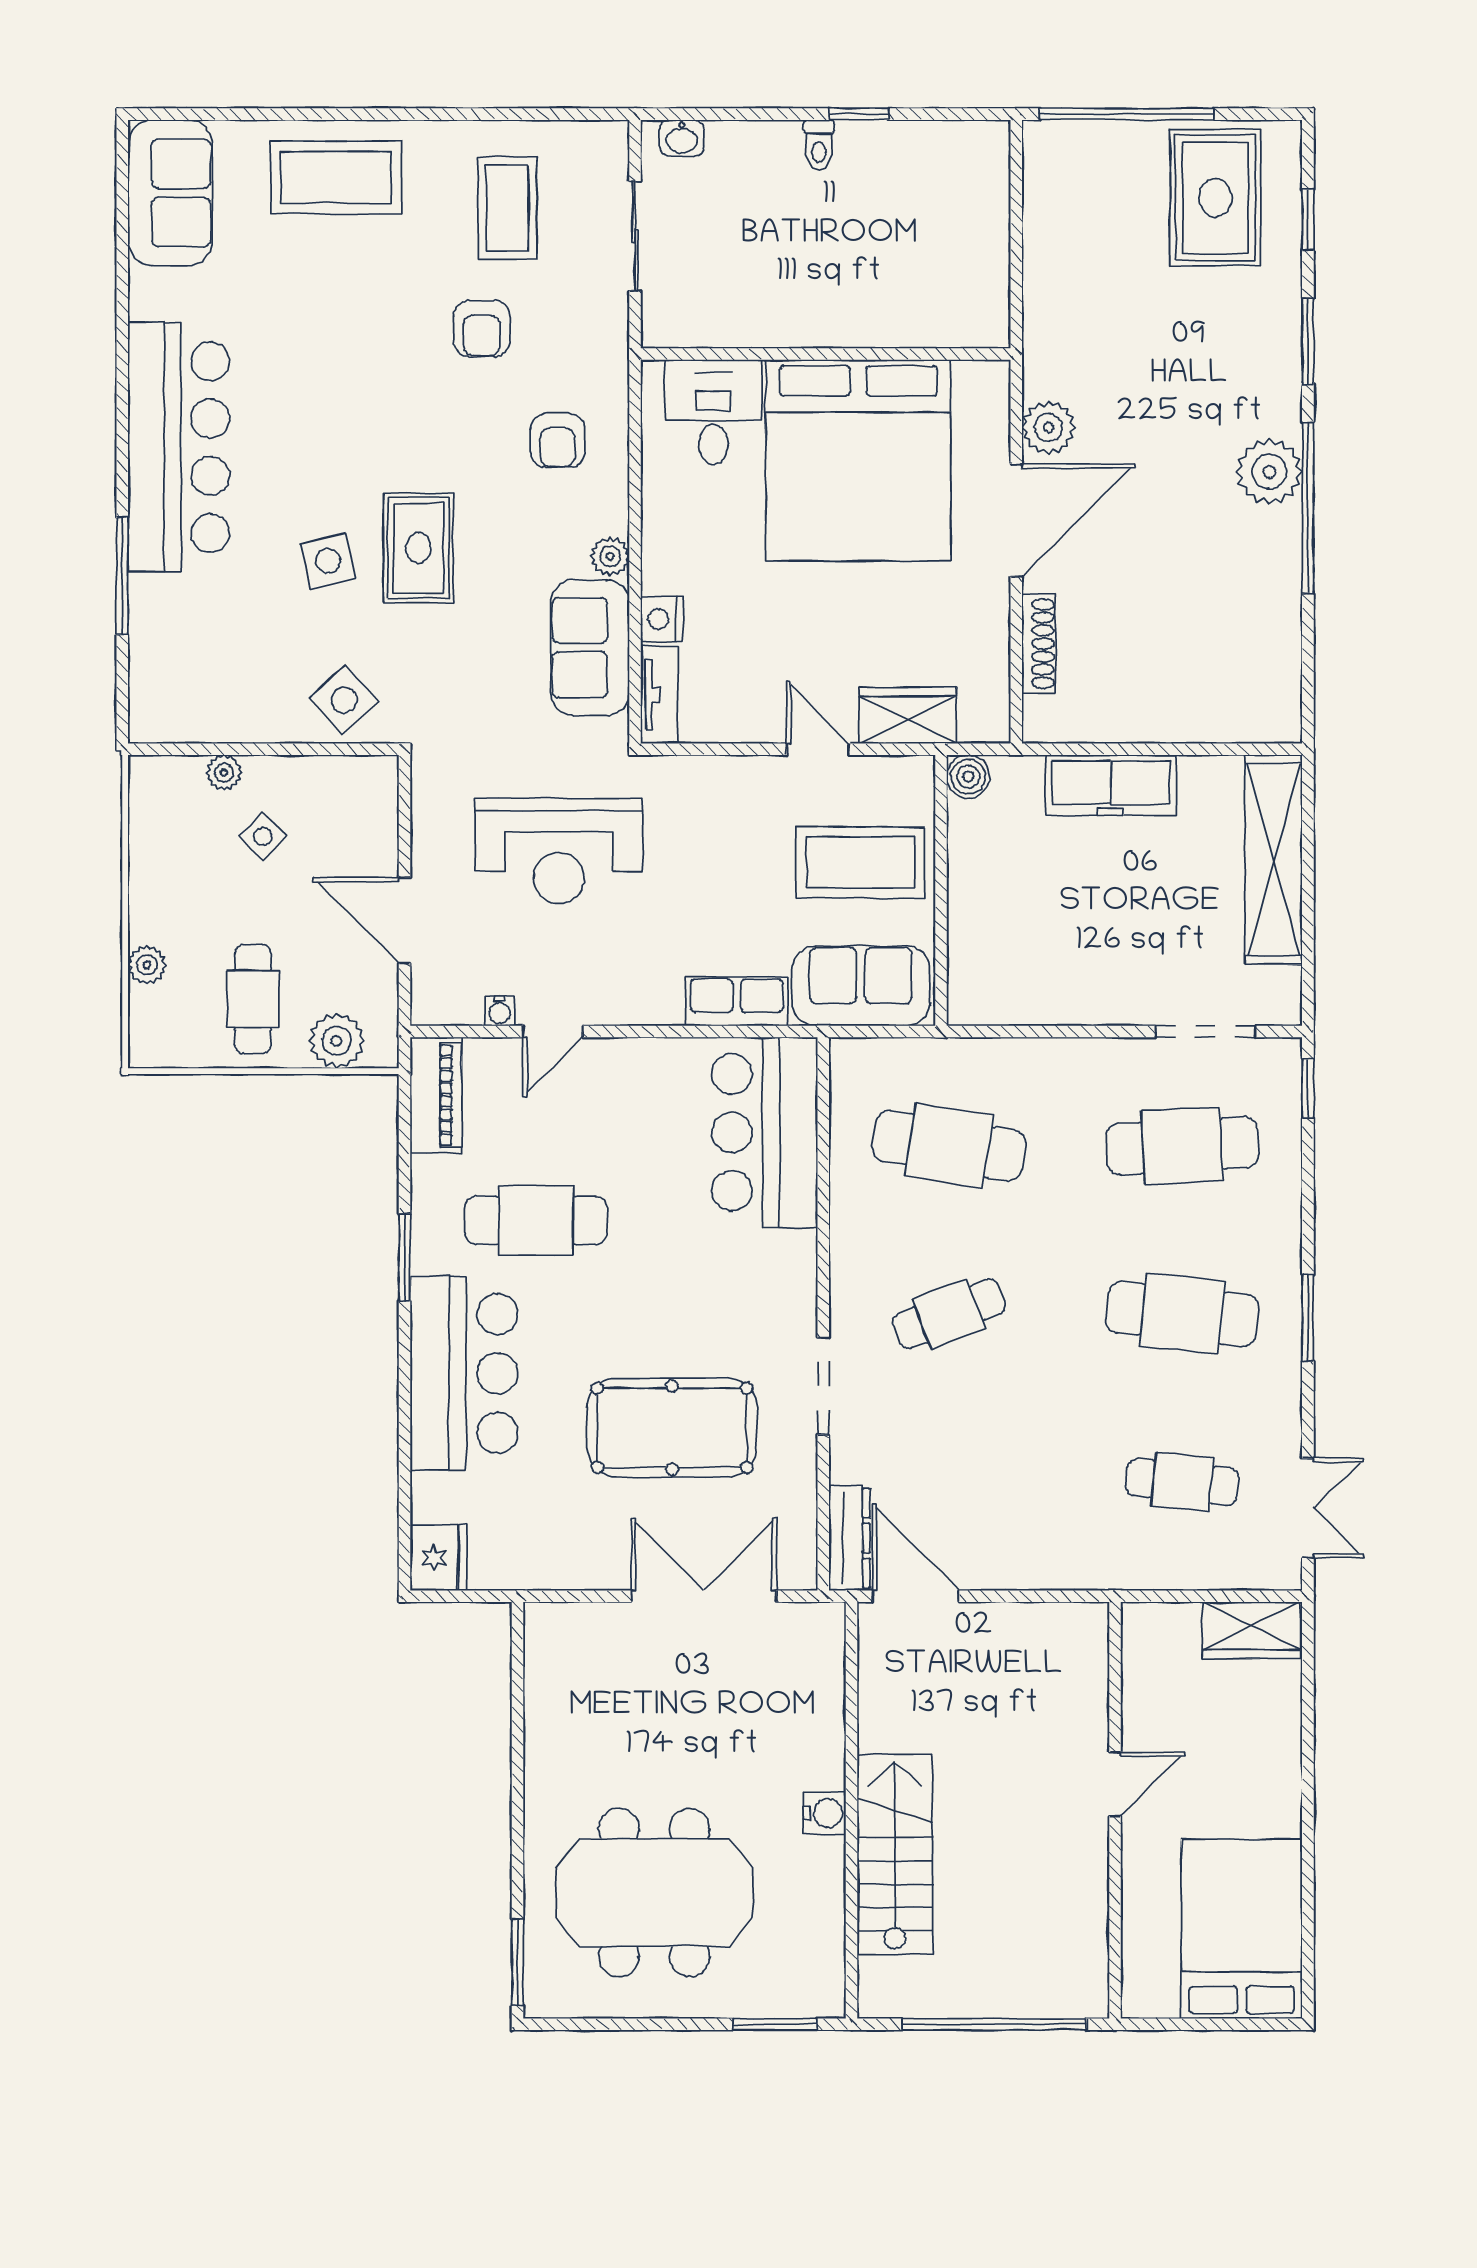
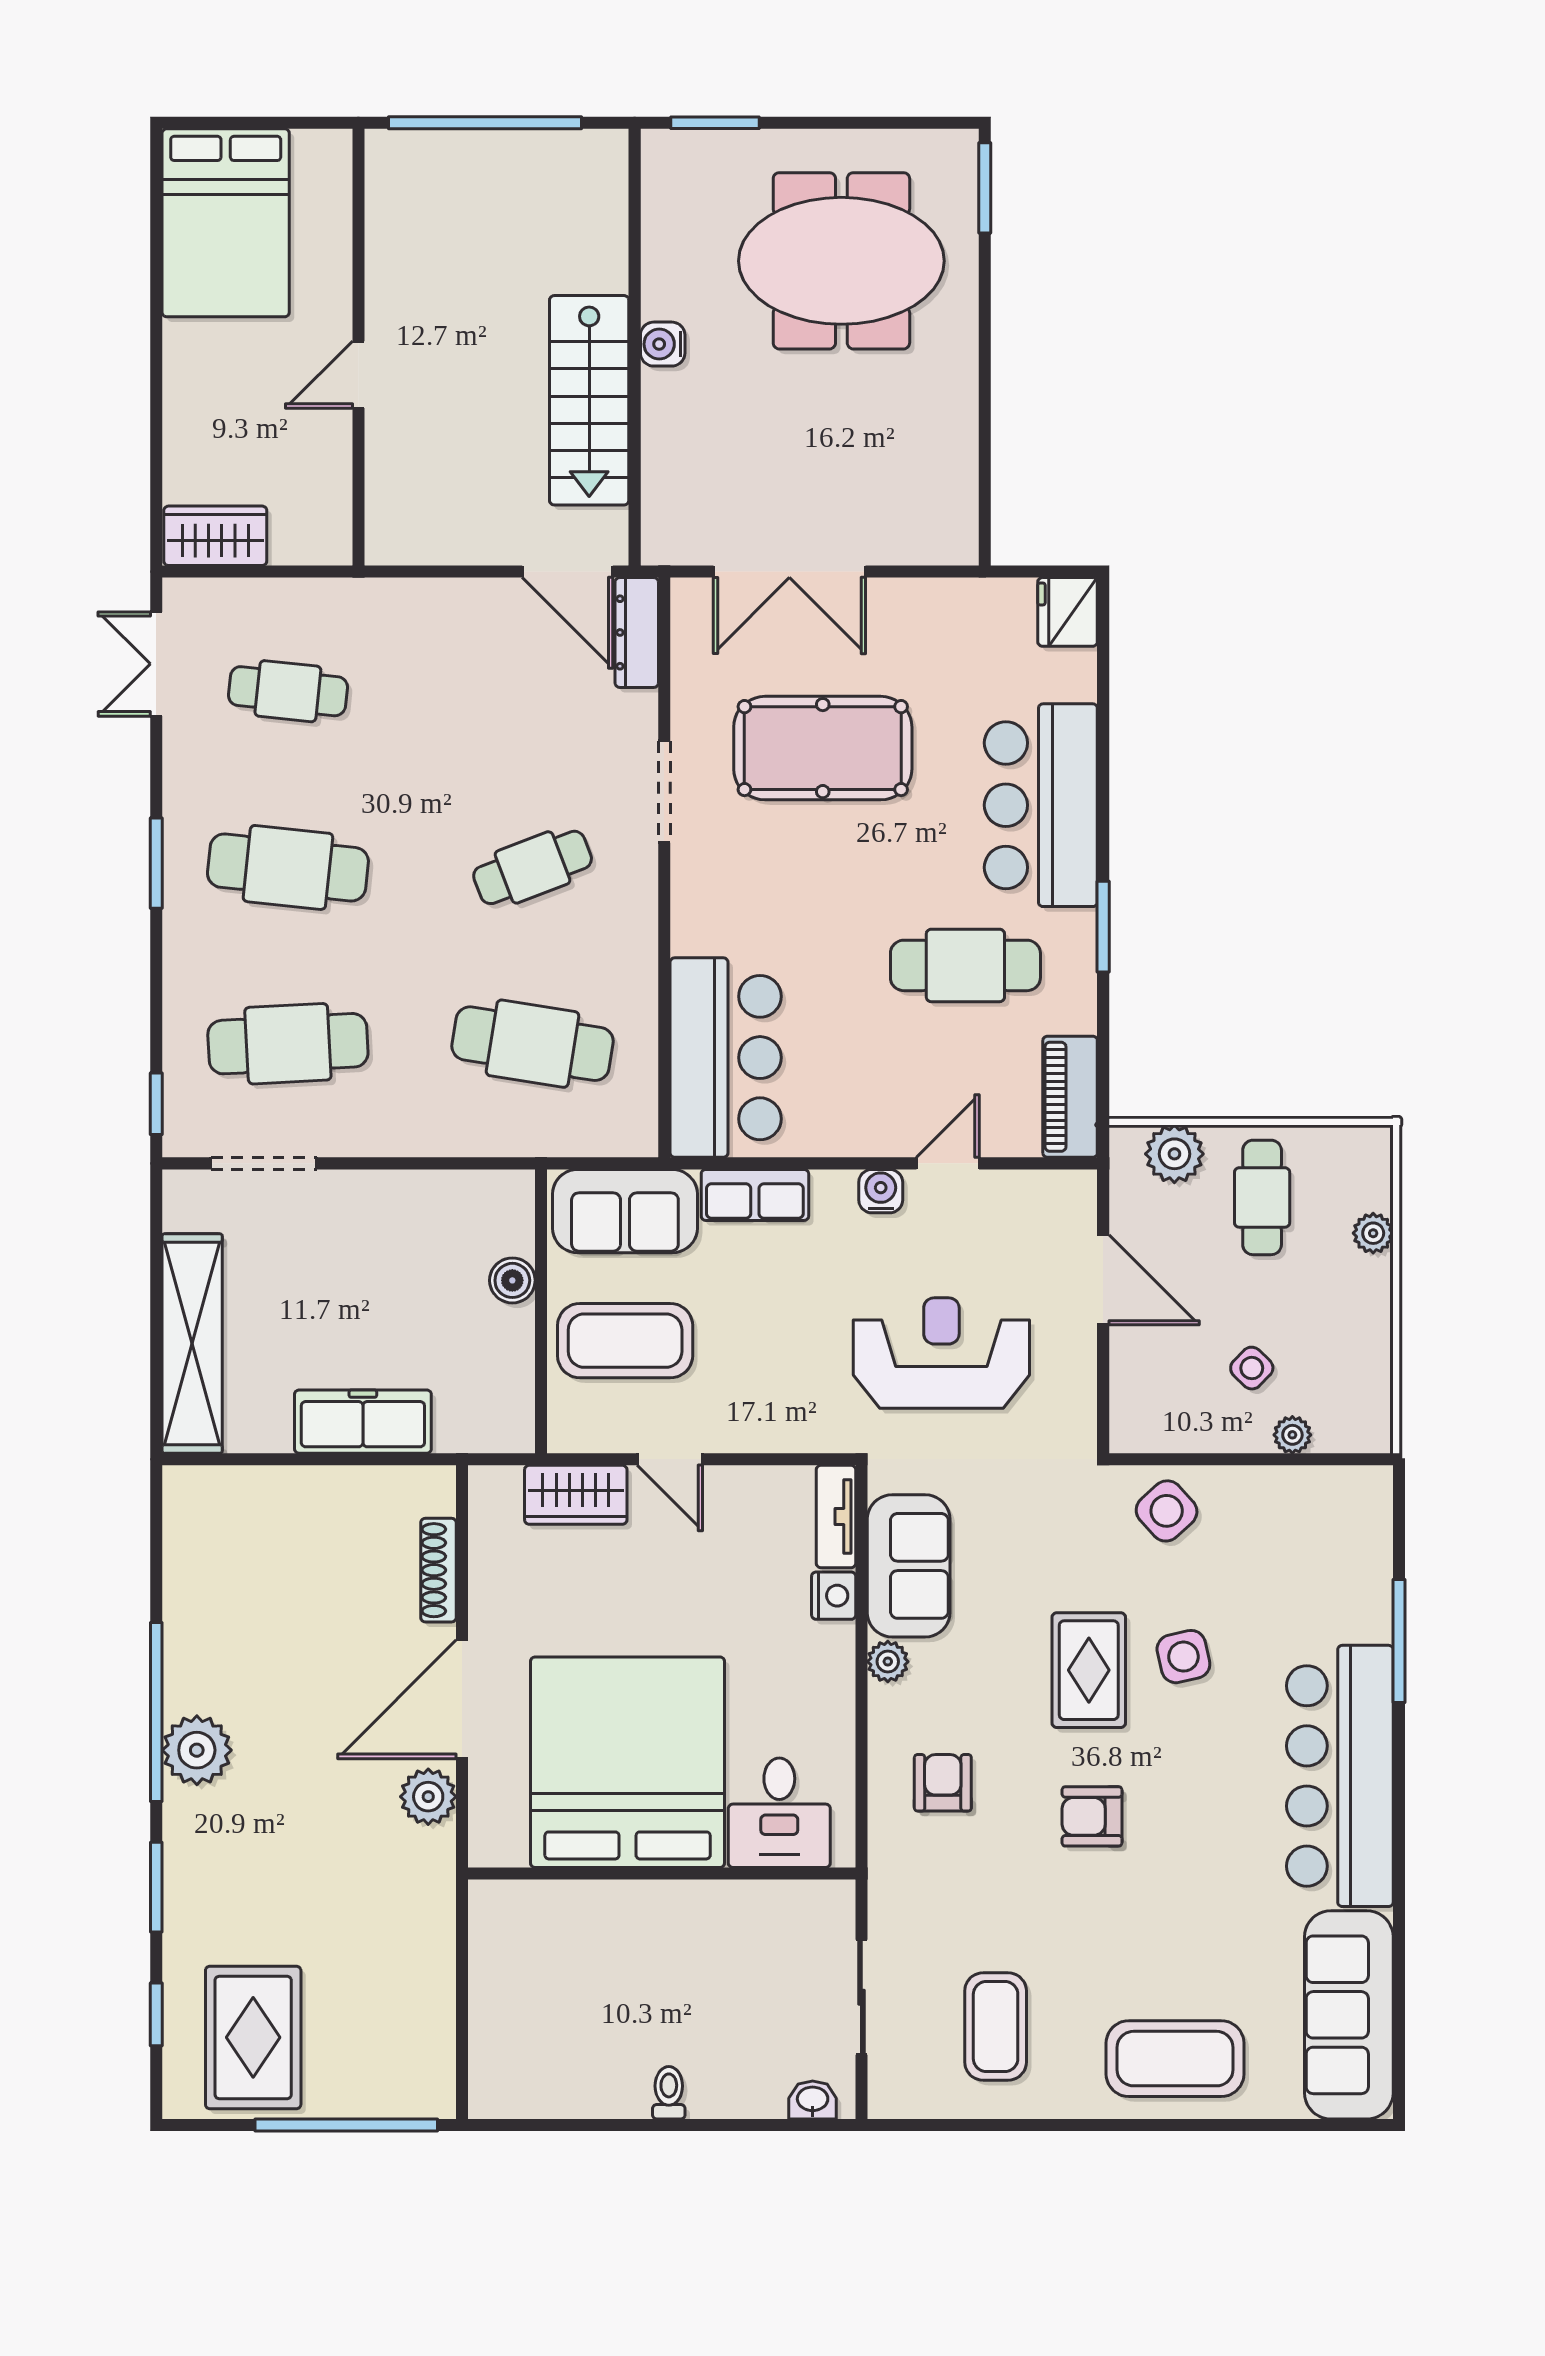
window: (859, 114) -> (627, 2125), removed
sofa: (170, 193) -> (1349, 2015), width x1.36
armchair: (482, 329) -> (1092, 1816), moved, turned -90
boiler: (968, 777) -> (512, 1280), moved
water cooler: (500, 1011) -> (881, 1191), moved, width x1.38, depth x1.38
stairs: (895, 1854) -> (589, 400), moved

